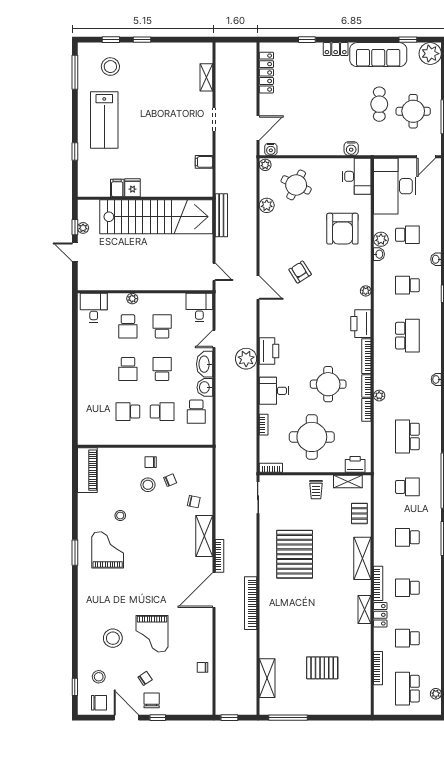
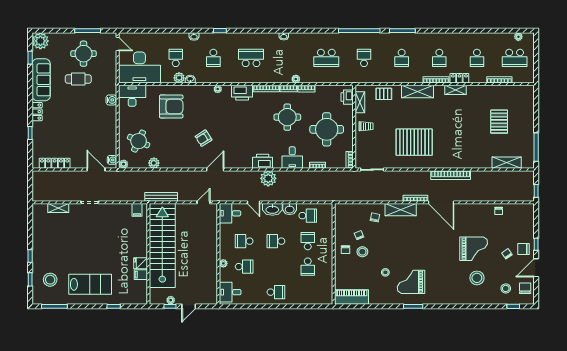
filing cabinet: (204, 162) -> (137, 210), moved
school desk: (128, 369) -> (276, 292), moved

